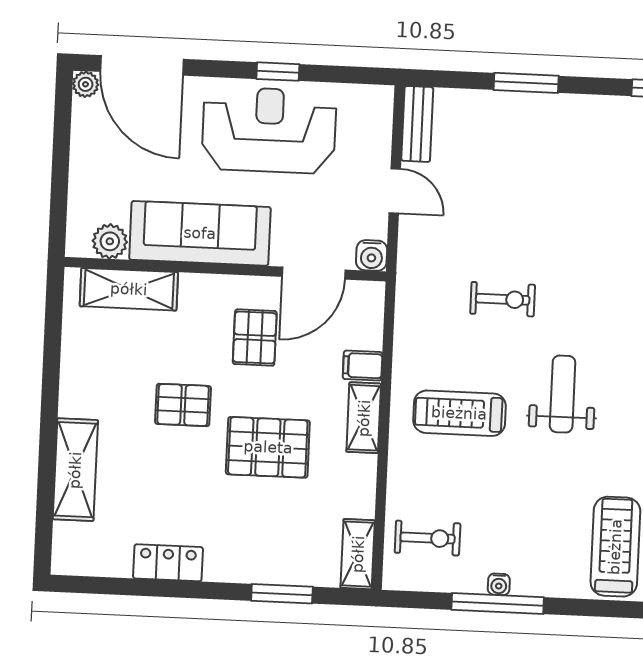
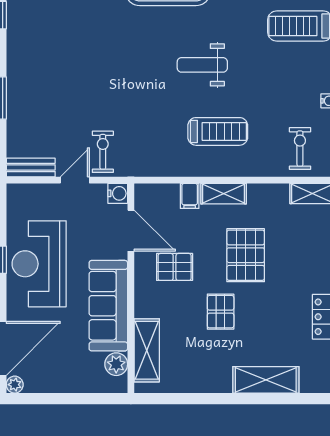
exercise bike: (503, 299) -> (103, 152), moved
treadmill: (459, 413) -> (218, 131), turned -90

